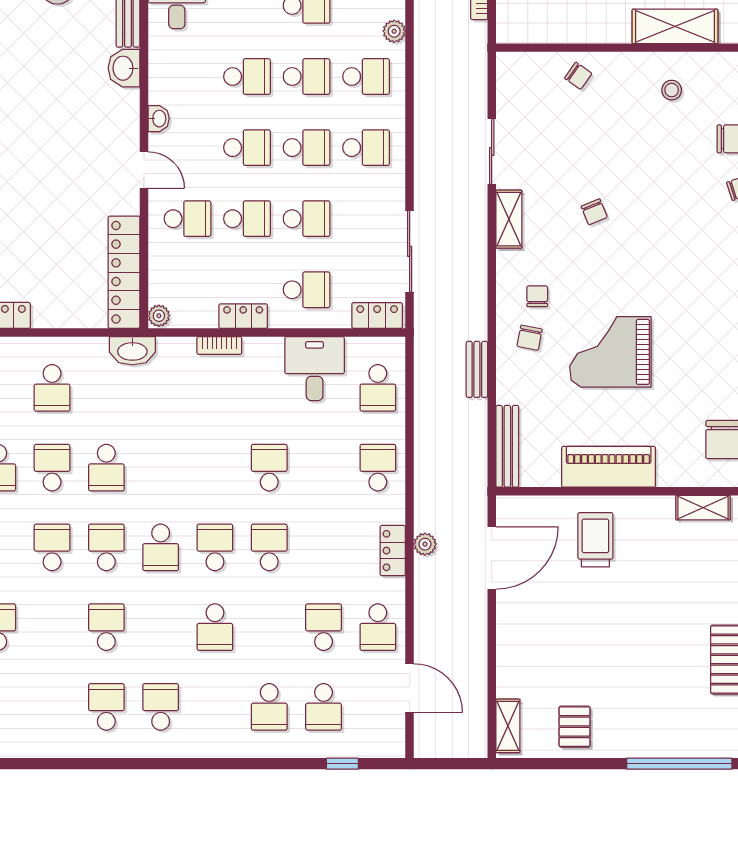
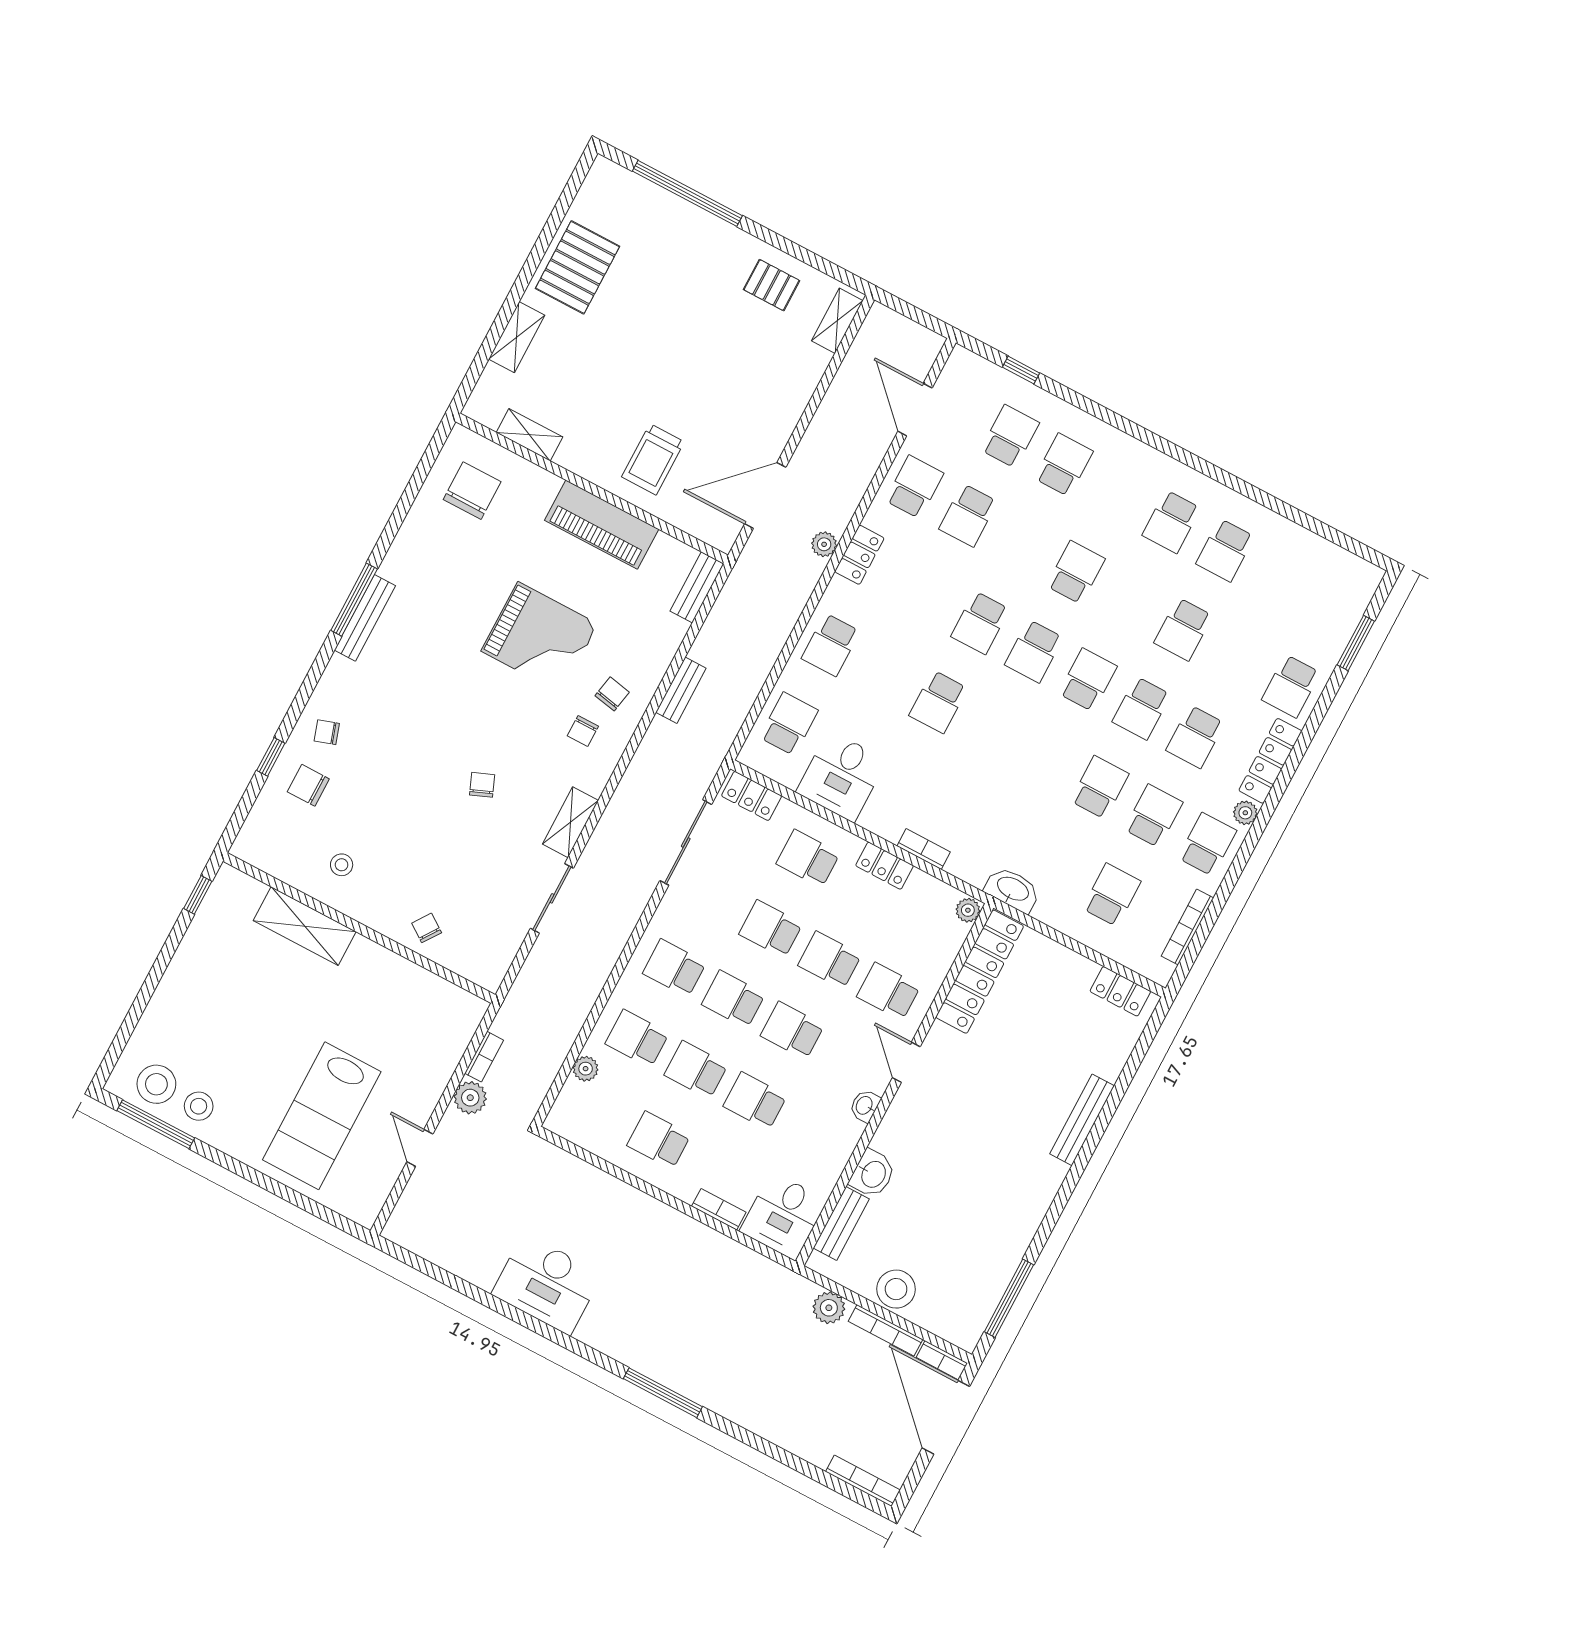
bench: (507, 446) -> (697, 587), width x0.73
school desk: (52, 468) -> (1153, 816), turned 180
pallet: (575, 727) -> (772, 285), turned 90

